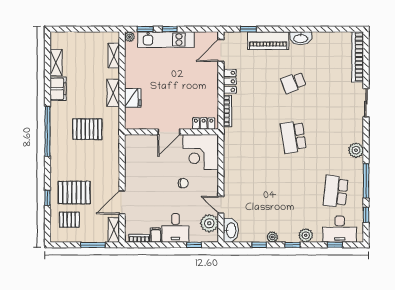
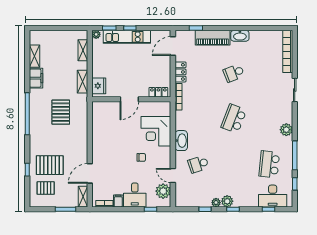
locker: (204, 123) -> (158, 92), moved
pallet: (87, 129) -> (61, 112), turned 90
door: (169, 132) -> (129, 99), moved
wall: (171, 132) -> (131, 99), moved
school desk: (293, 137) -> (234, 119), turned 30
school desk: (251, 191) -> (198, 164), added
washbasin: (231, 230) -> (181, 141), moved
plant: (306, 235) -> (227, 201), moved

